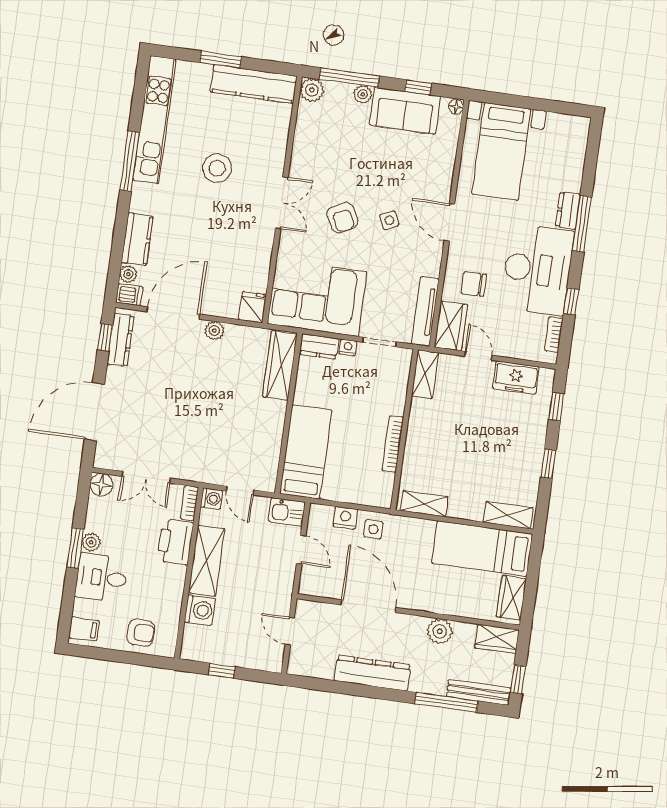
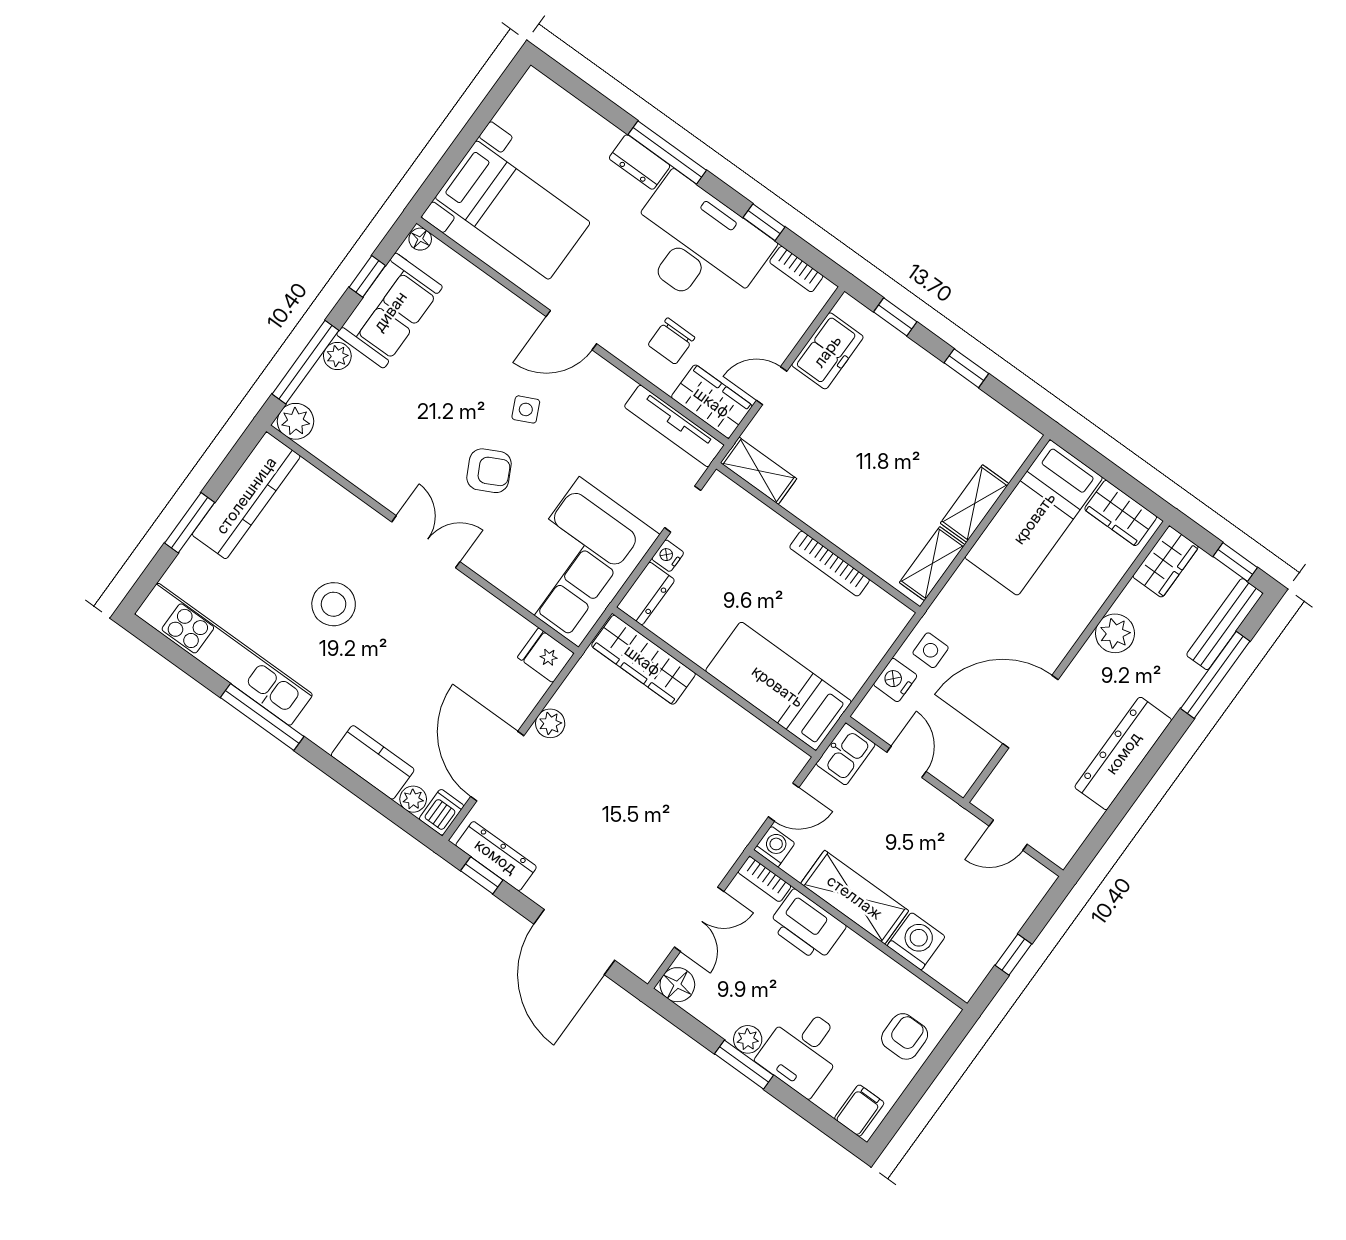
shelving: (508, 515) -> (975, 503), moved
door: (301, 550) -> (907, 762), hinge flipped

